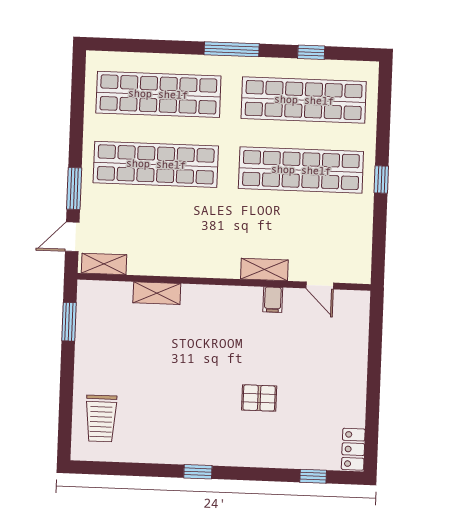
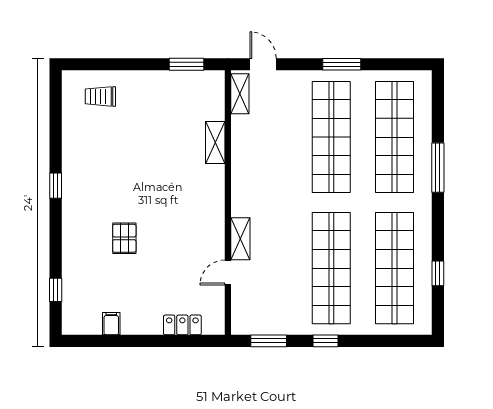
window: (232, 49) -> (438, 168), moved
window: (74, 188) -> (342, 64), moved
window: (379, 243) -> (269, 341), added
door: (320, 286) -> (228, 273), moved
filing cabinet: (273, 300) -> (111, 324), moved, turned 90
trolley: (101, 418) -> (100, 96), width x0.73, depth x0.72
locker: (353, 449) -> (182, 325), moved

